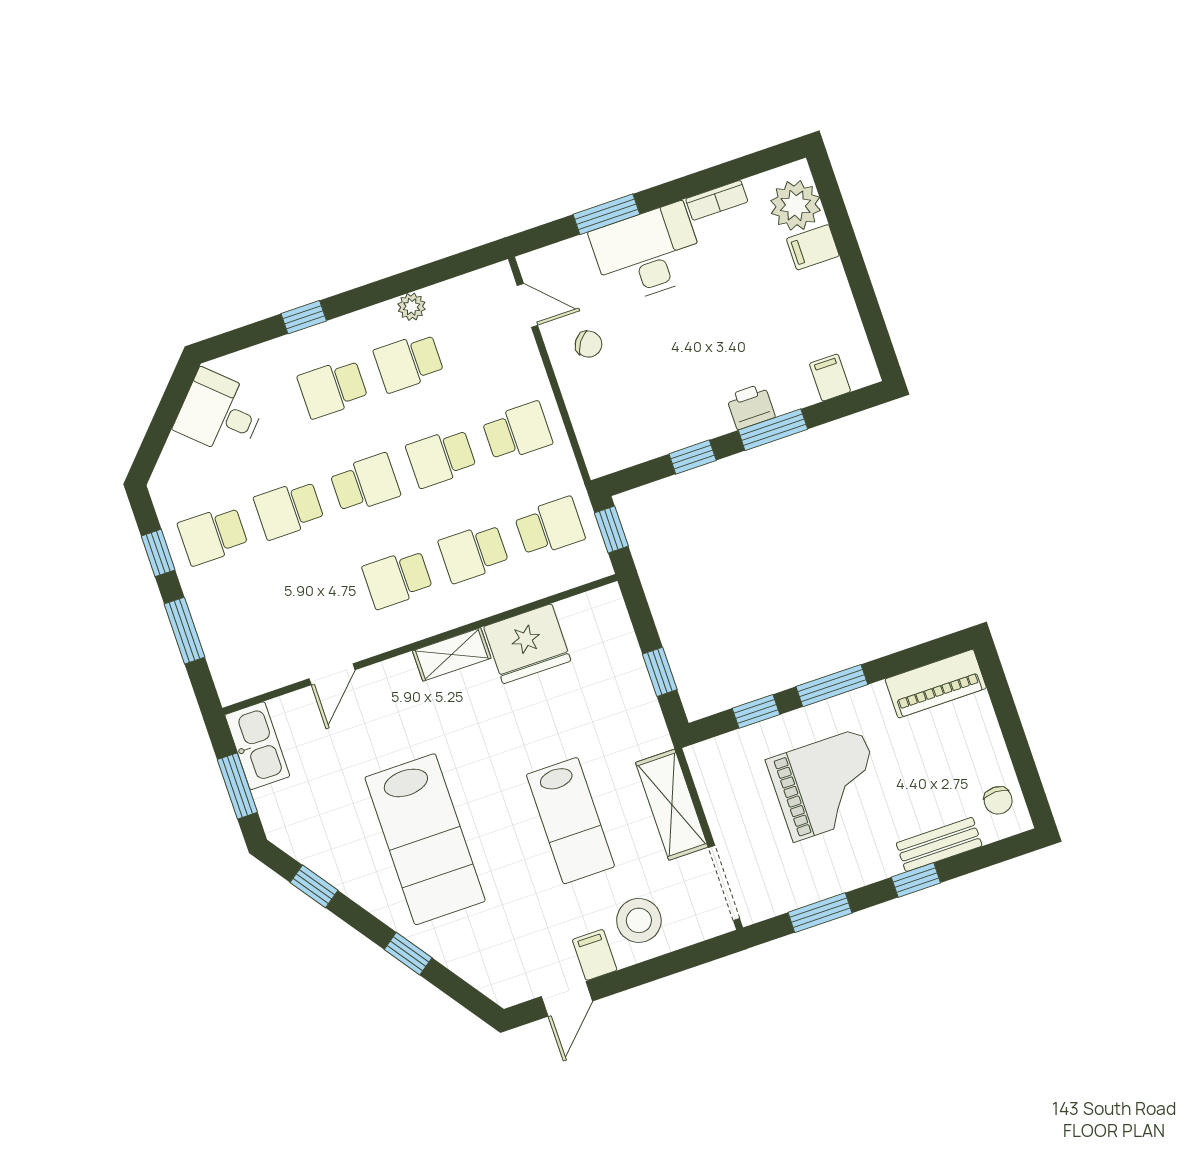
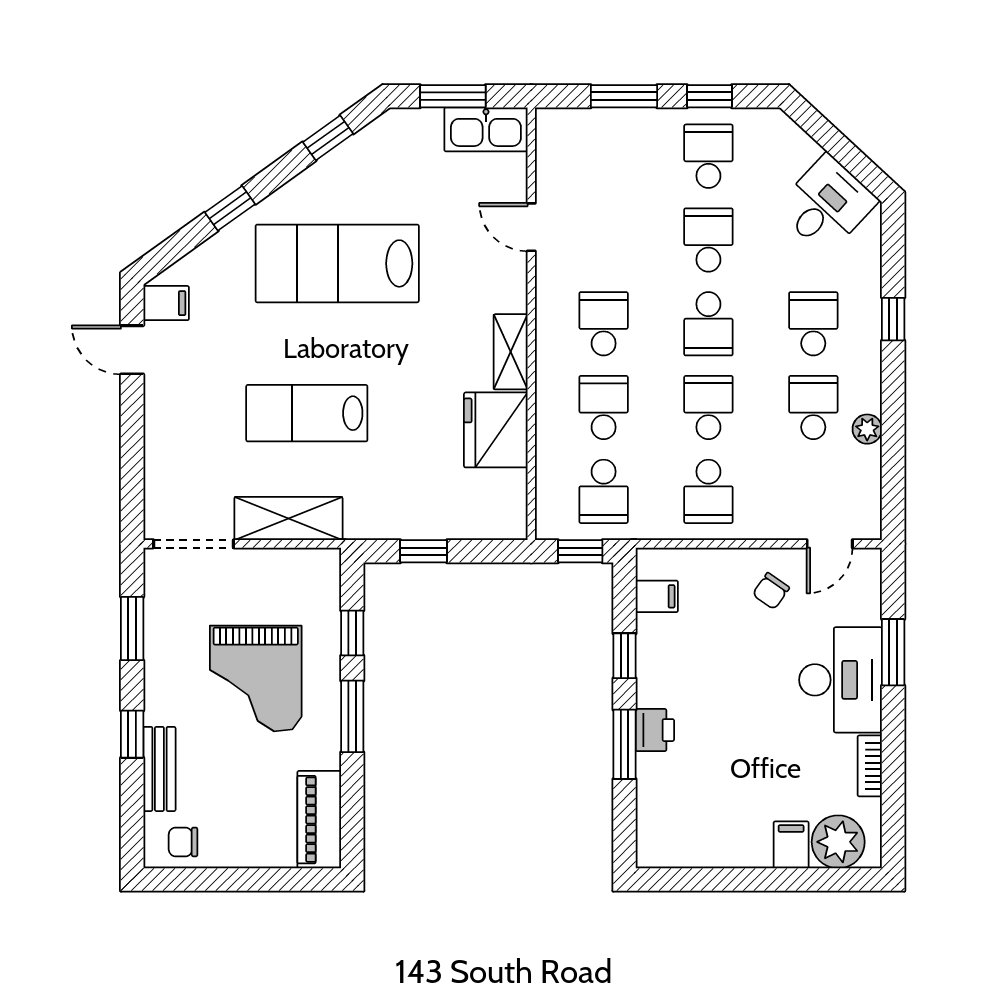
filing cabinet: (830, 378) -> (657, 596), moved
stool: (639, 920) -> (185, 447), removed
filing cabinet: (595, 955) -> (166, 303), moved

